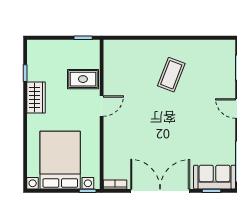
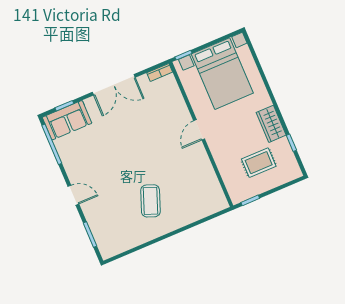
rug: (83, 79) -> (259, 163), moved
door: (102, 106) -> (199, 130), moved
double door: (160, 191) -> (114, 85), width x0.73

